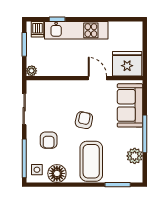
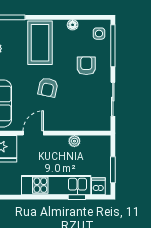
plant: (32, 71) -> (74, 141), moved
door: (97, 78) -> (33, 133), swing flipped
floor lamp: (57, 173) -> (73, 25), width x0.53, depth x0.53

